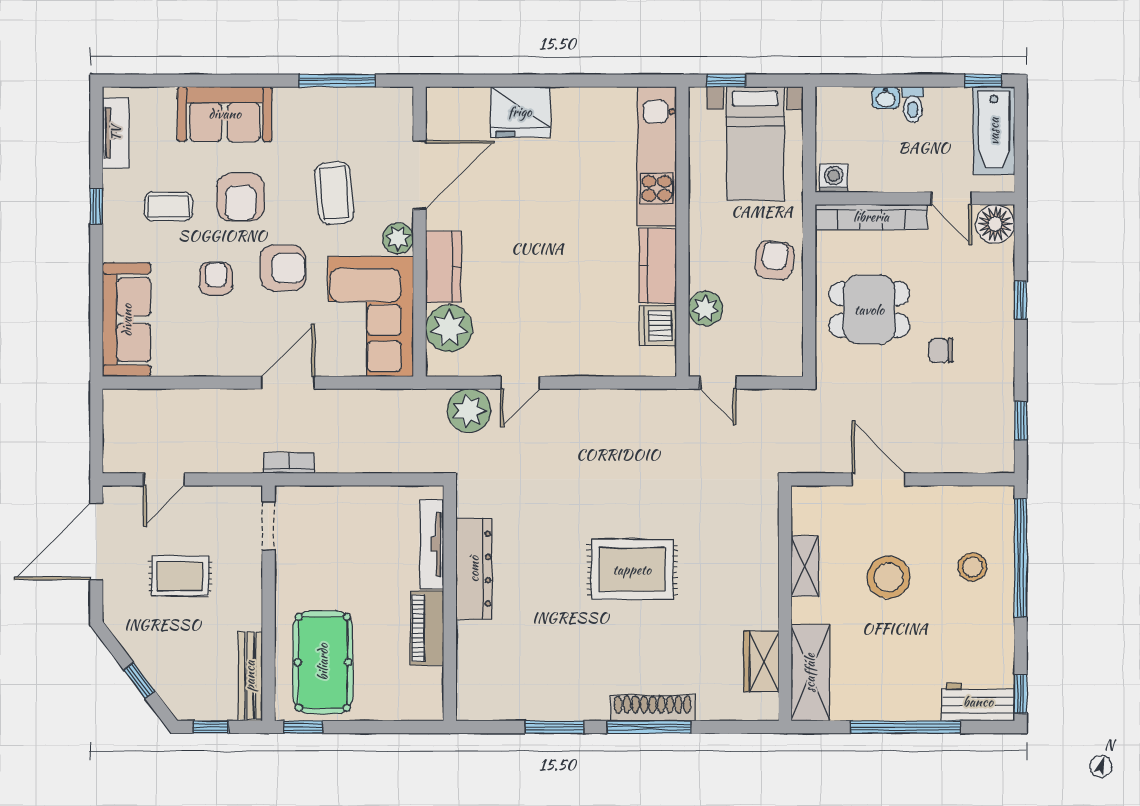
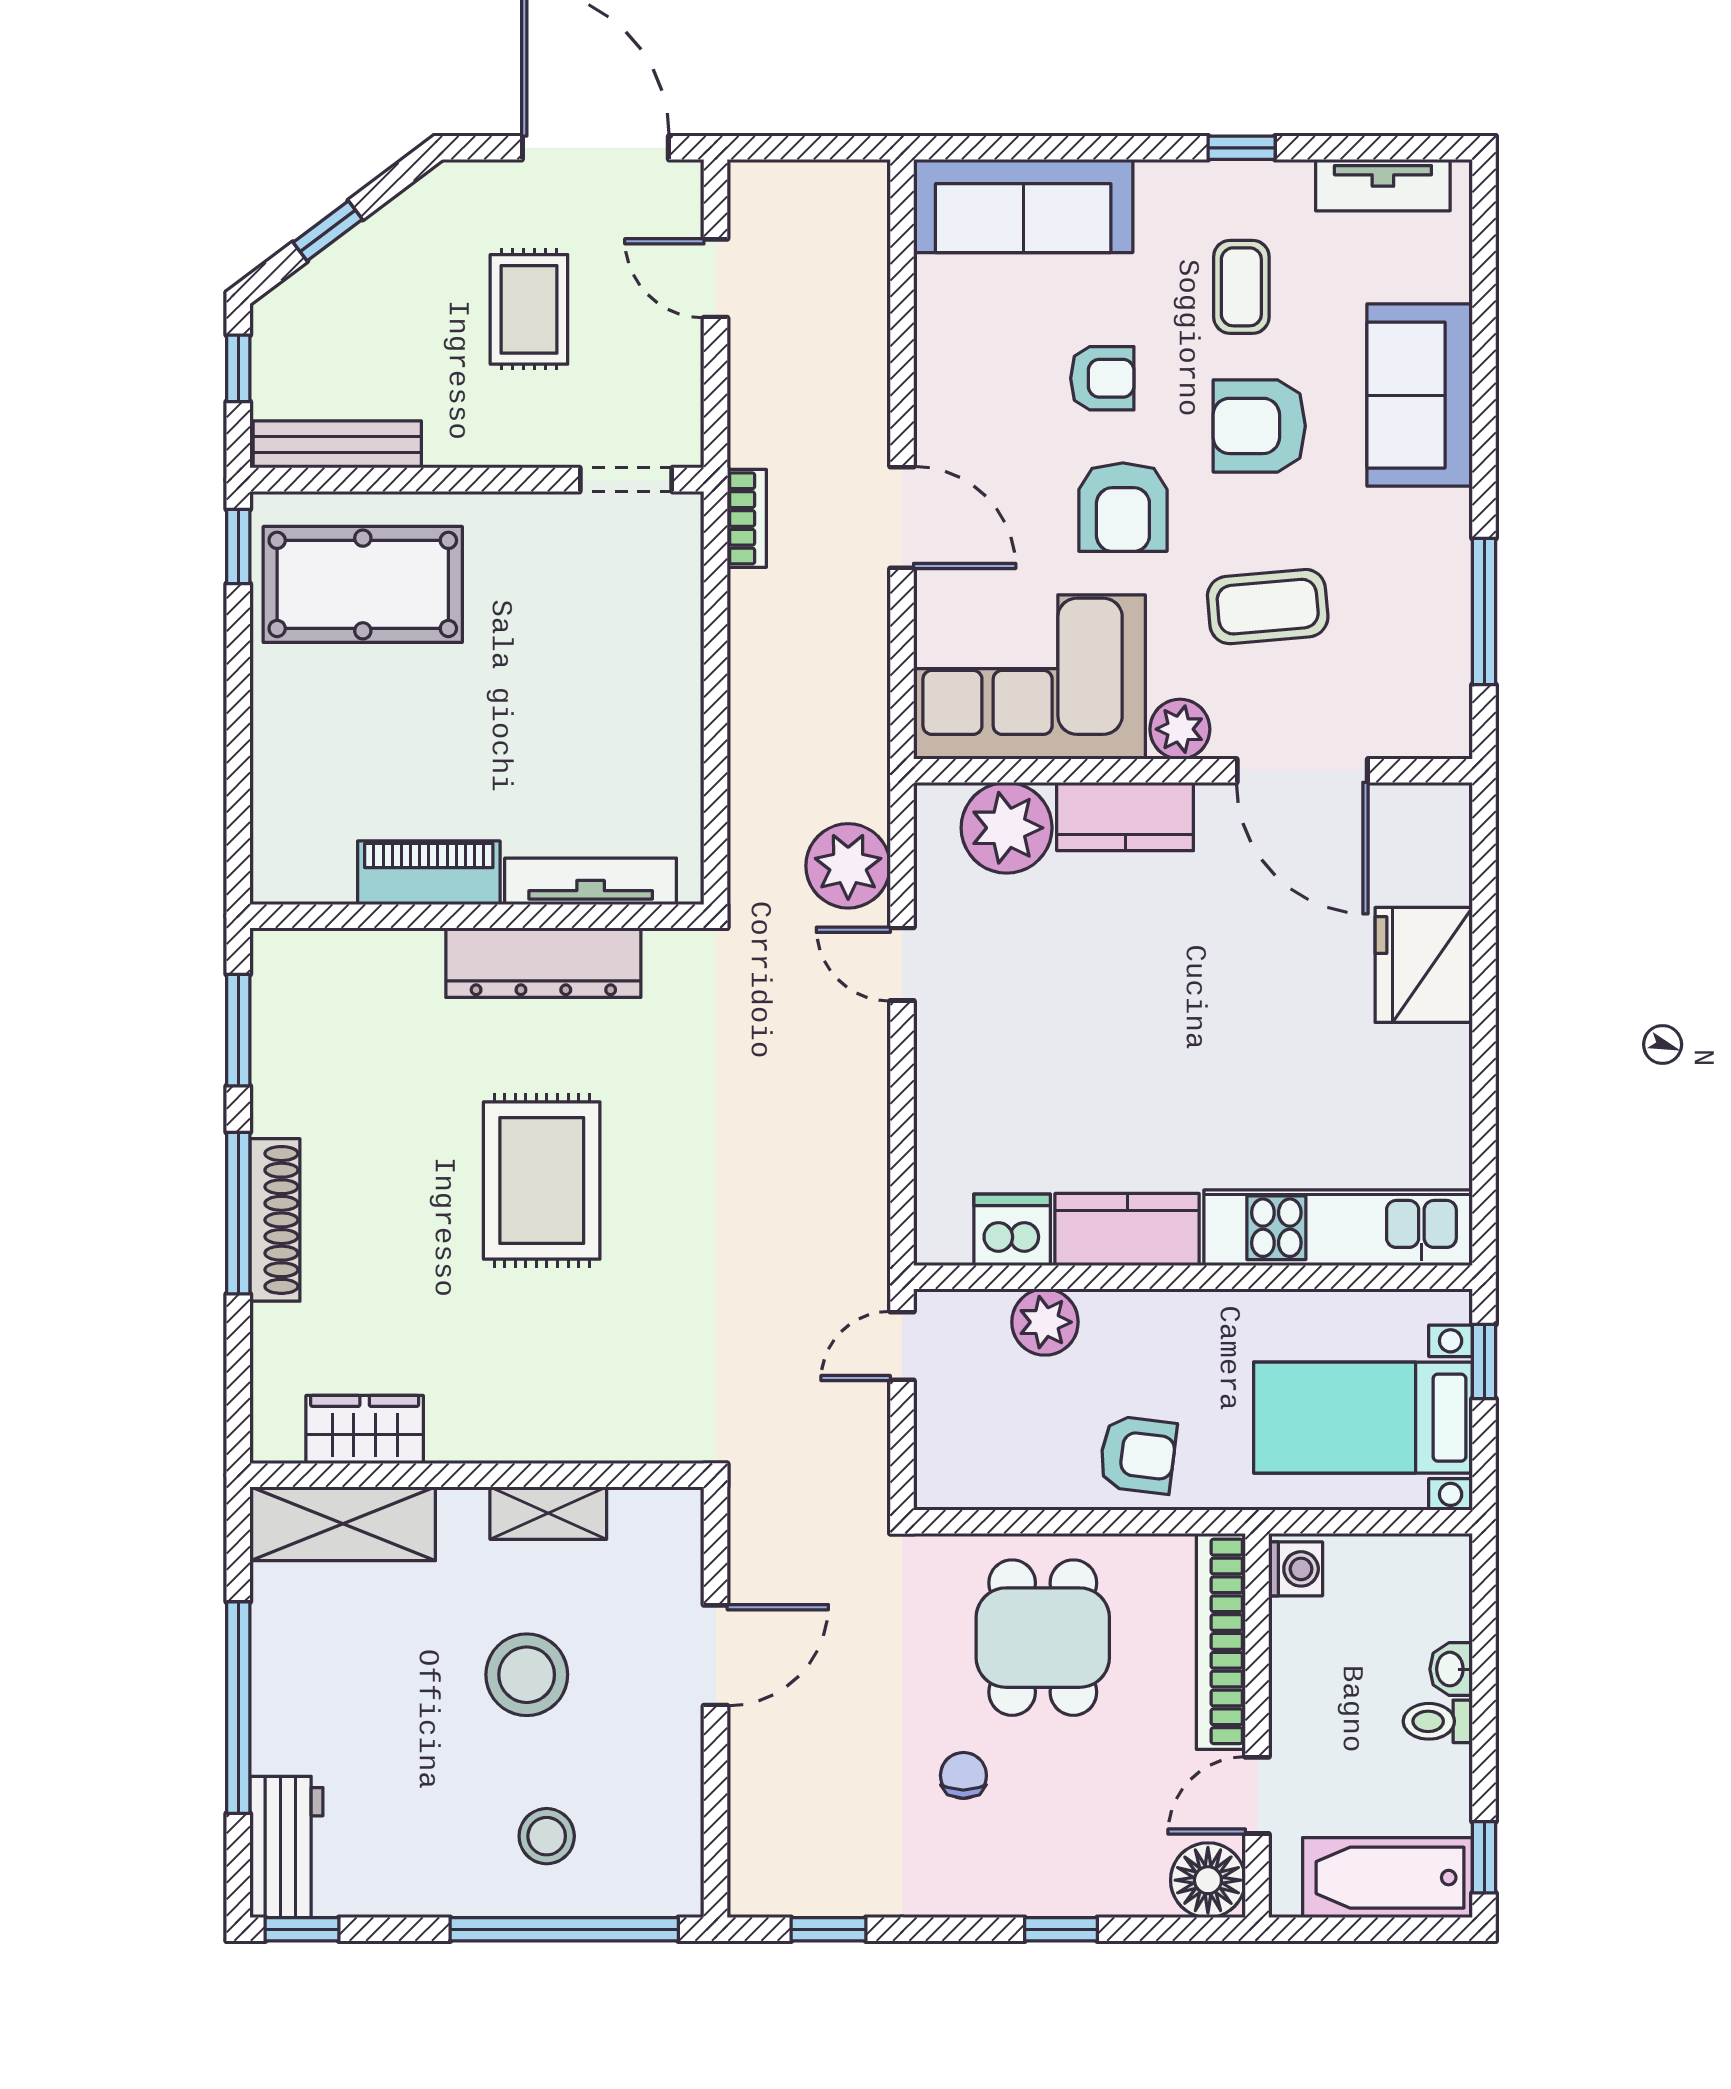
tv unit: (432, 544) -> (591, 881), moved
dresser: (474, 569) -> (543, 963), moved
wall: (450, 603) -> (477, 916), moved
piano: (427, 628) -> (429, 873), moved

